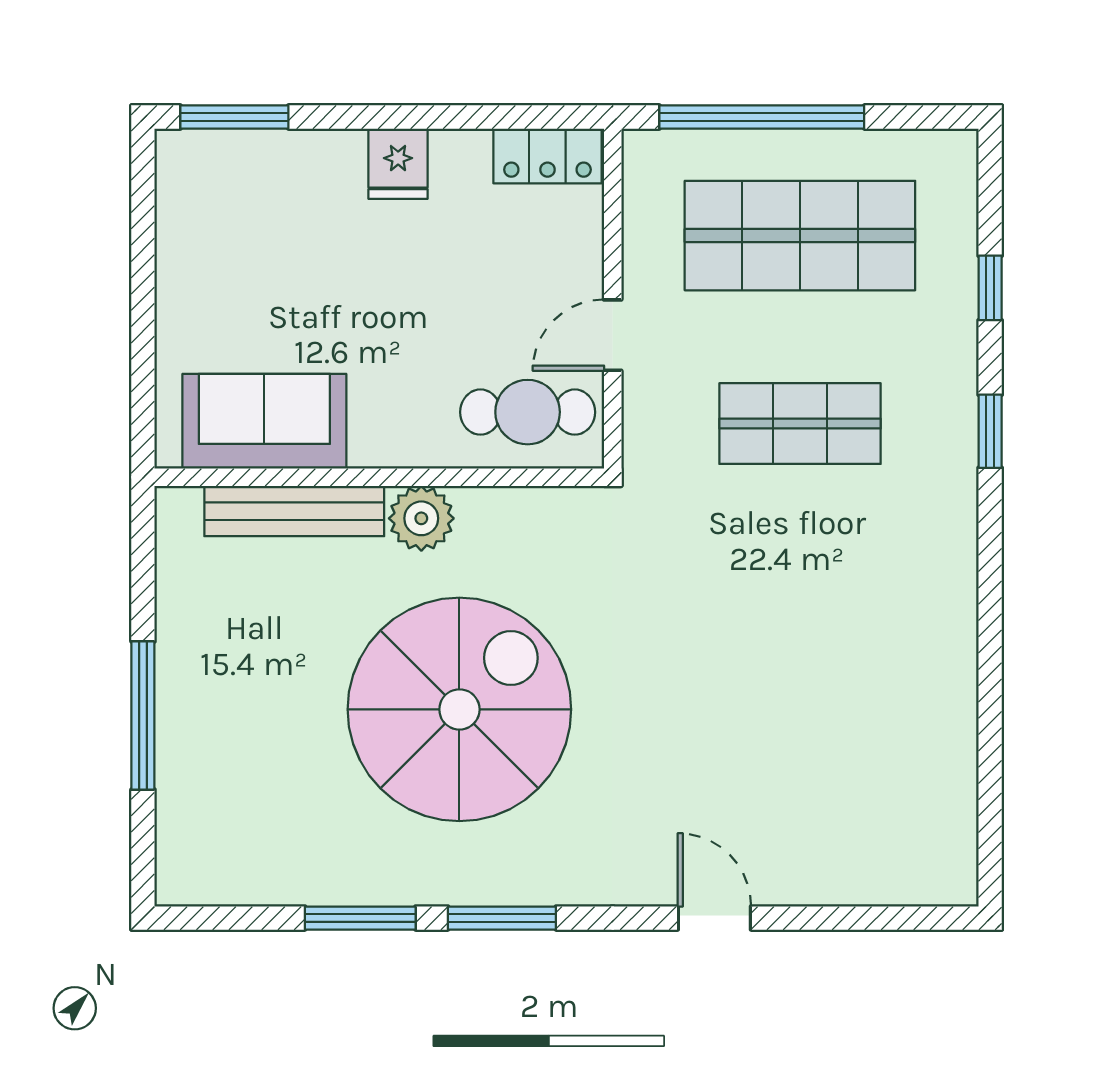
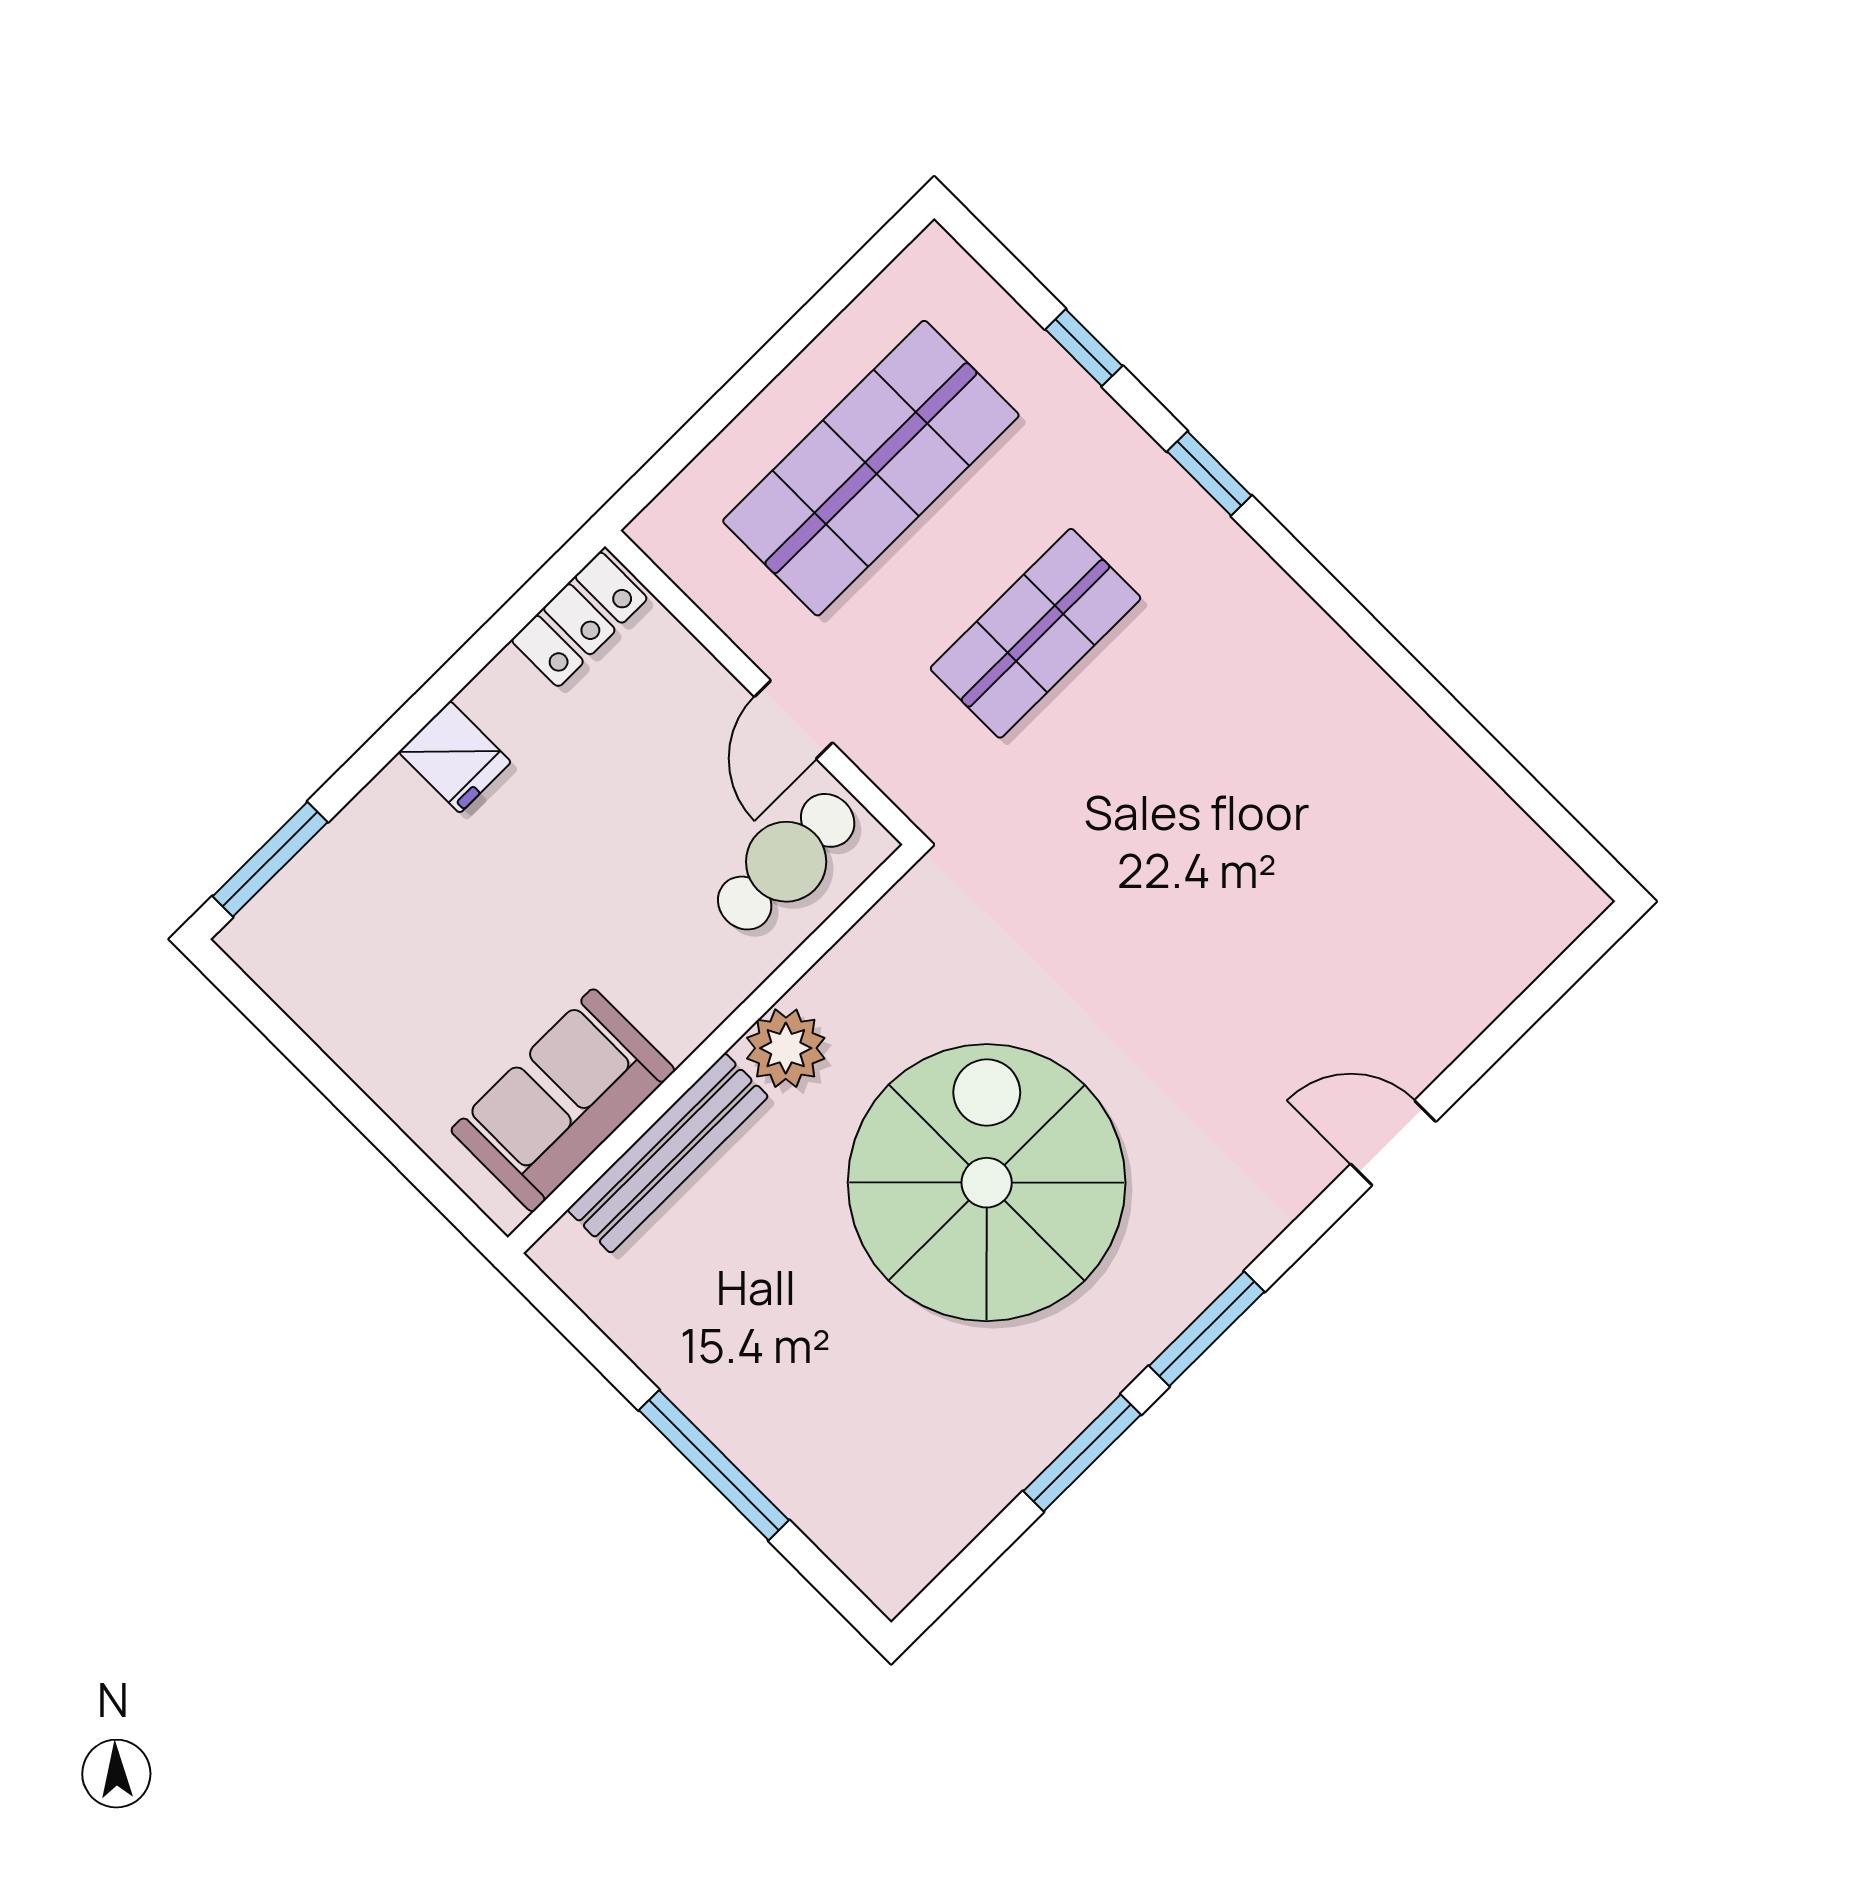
window: (762, 117) -> (734, 397), removed

